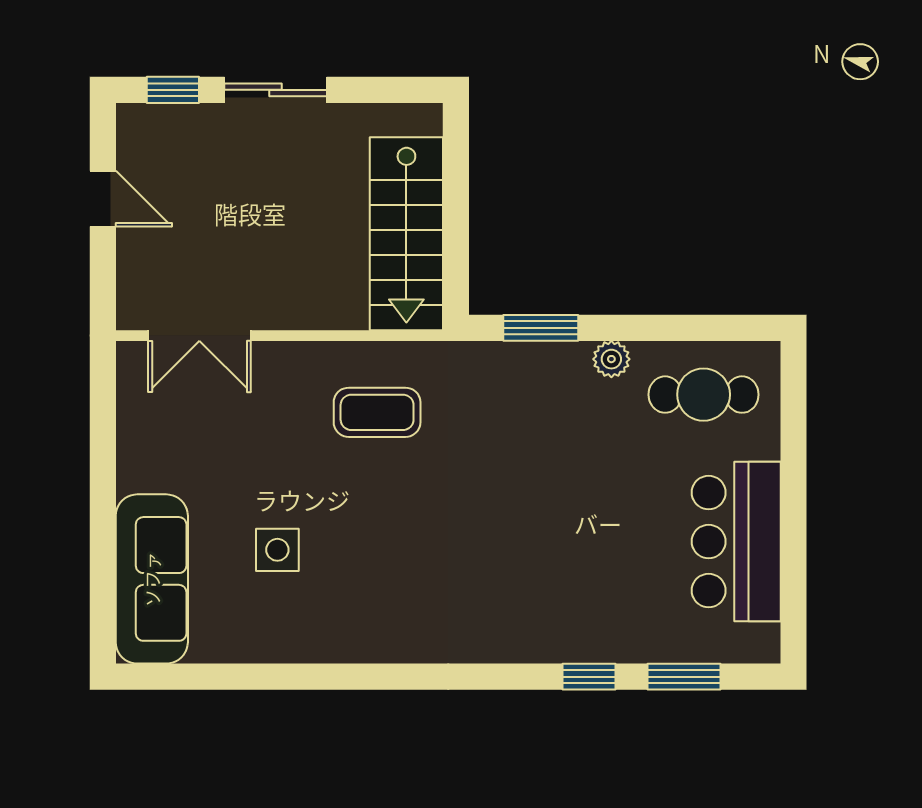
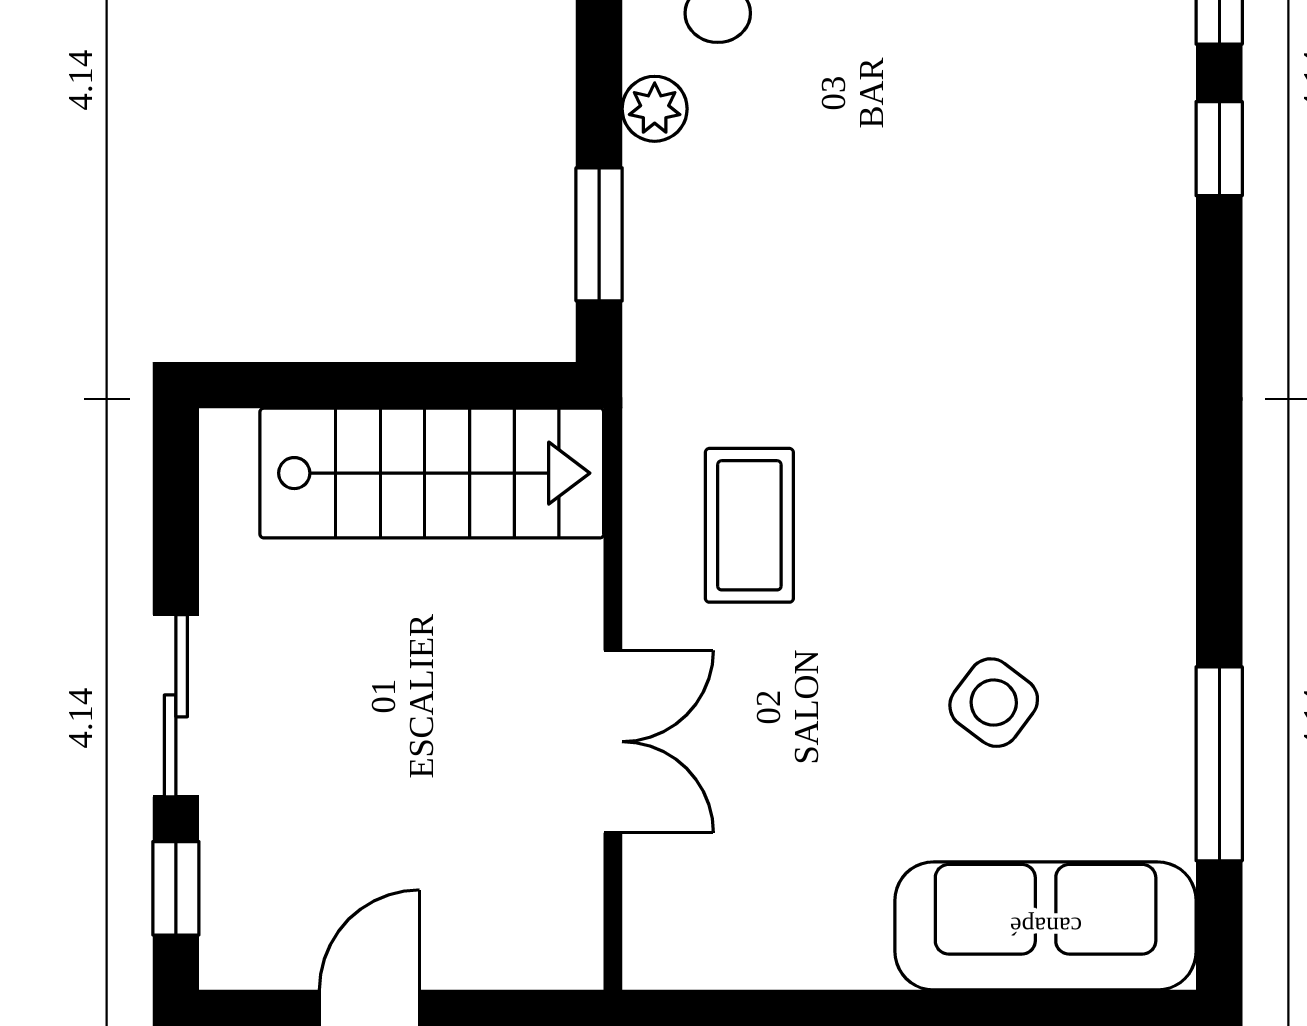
double door: (199, 336) -> (613, 742), moved
side table: (277, 550) -> (994, 703), turned 37
window: (243, 677) -> (1219, 764), added

